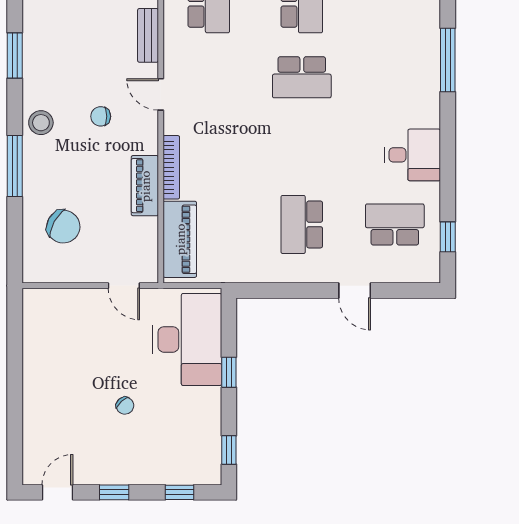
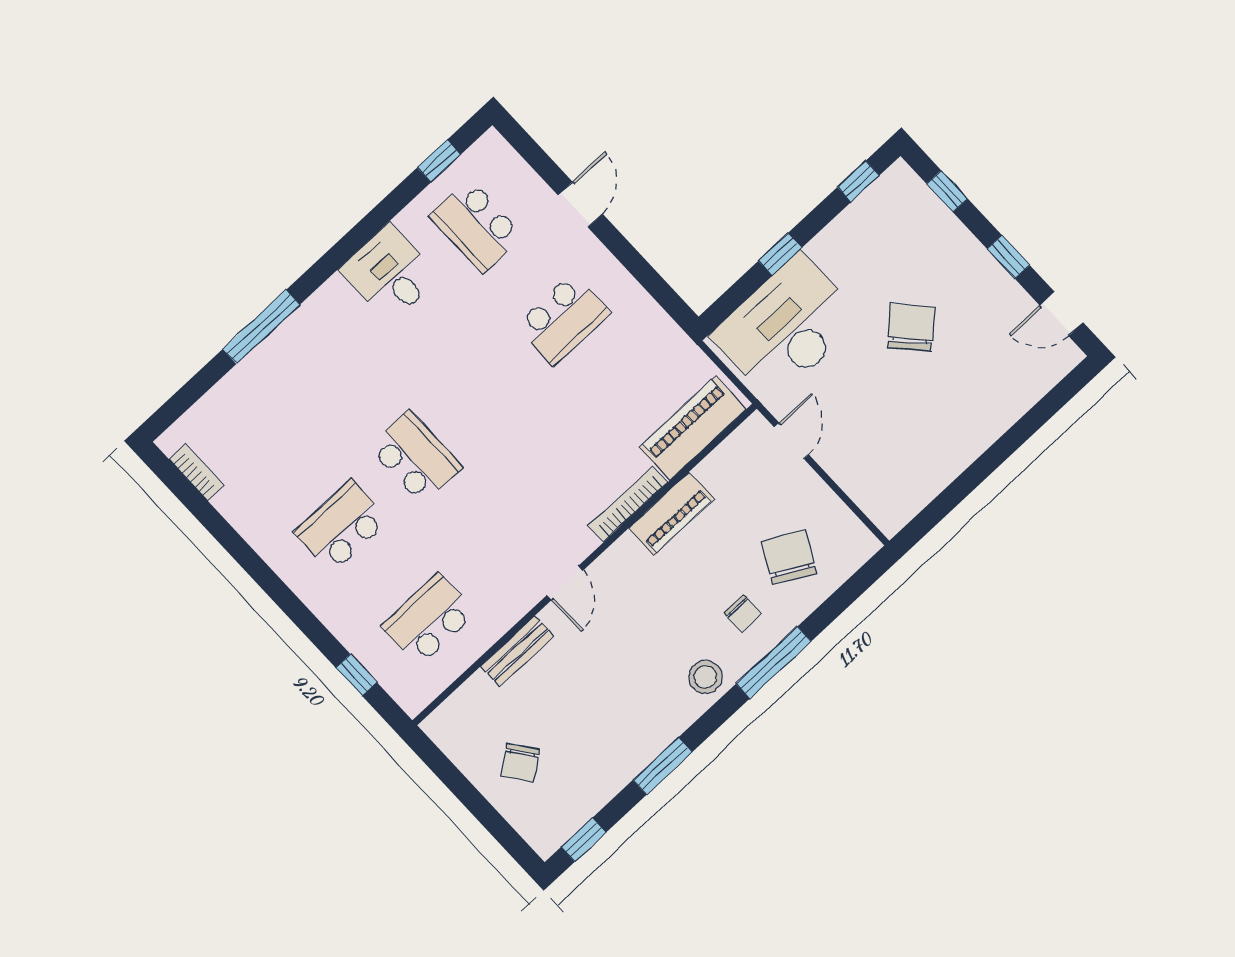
chair: (101, 116) -> (743, 613), moved
chair: (125, 406) -> (911, 327), width x1.87, depth x1.87

